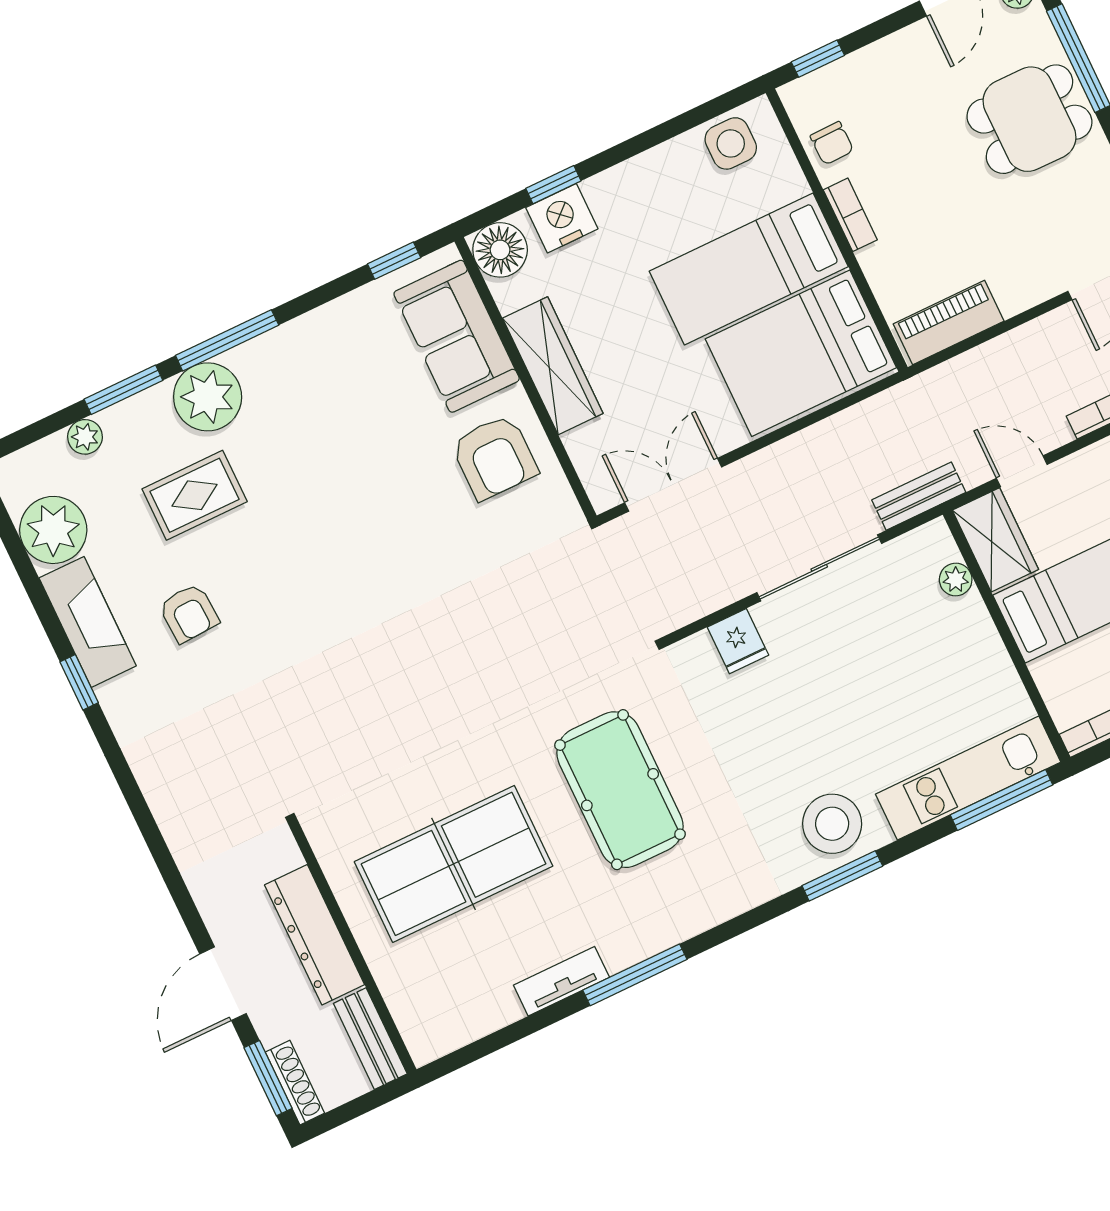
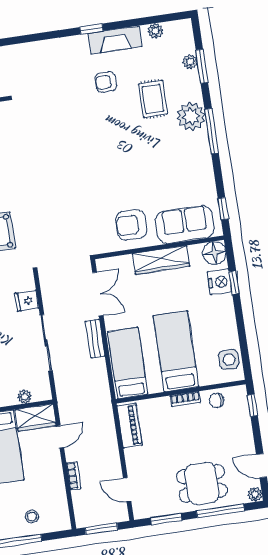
dining table: (1029, 119) -> (202, 483), turned 90
bed: (801, 353) -> (128, 363), width x0.67
window: (123, 390) -> (202, 66), moved
bench: (919, 496) -> (95, 338), moved
plant: (53, 530) -> (155, 31), width x0.53, depth x0.53

